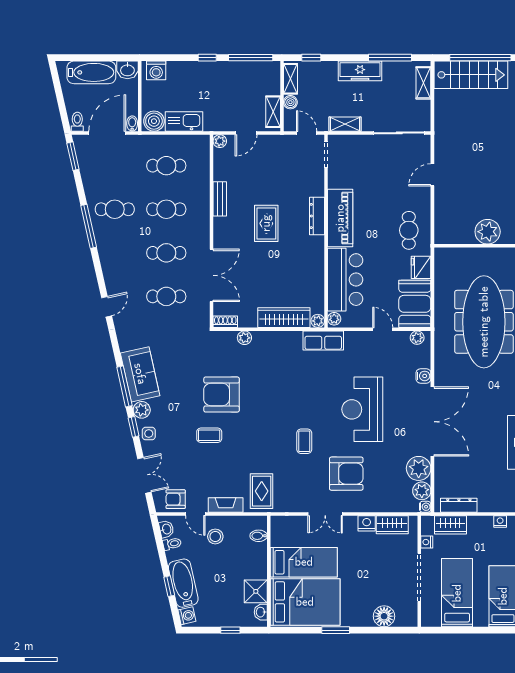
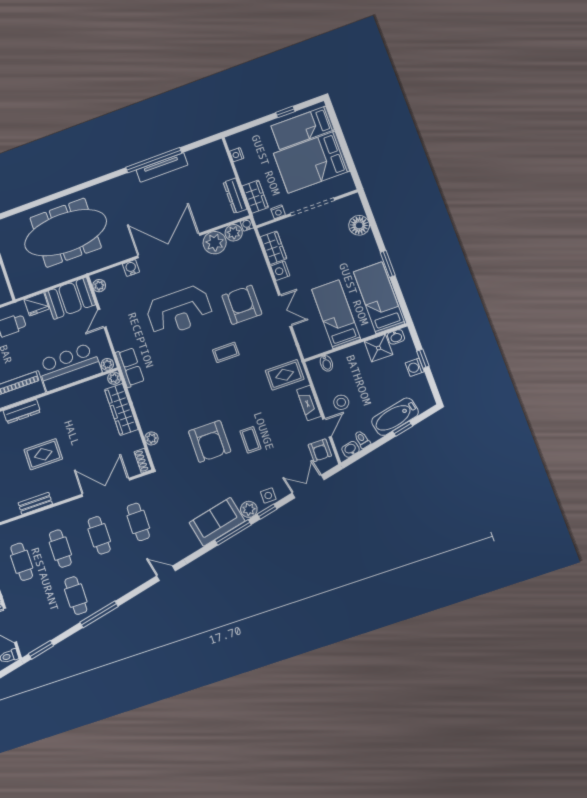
bed: (457, 593) -> (312, 162), width x1.50
bed: (305, 602) -> (379, 298), width x0.67
washing machine: (187, 616) -> (415, 367), moved, turned -77

